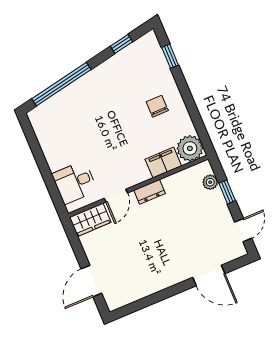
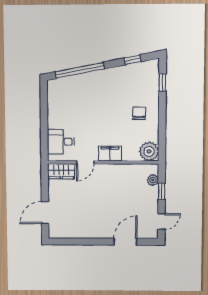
filing cabinet: (163, 163) -> (110, 153), moved
dresser: (150, 192) -> (109, 169), removed
door: (209, 275) -> (125, 242), swing flipped

